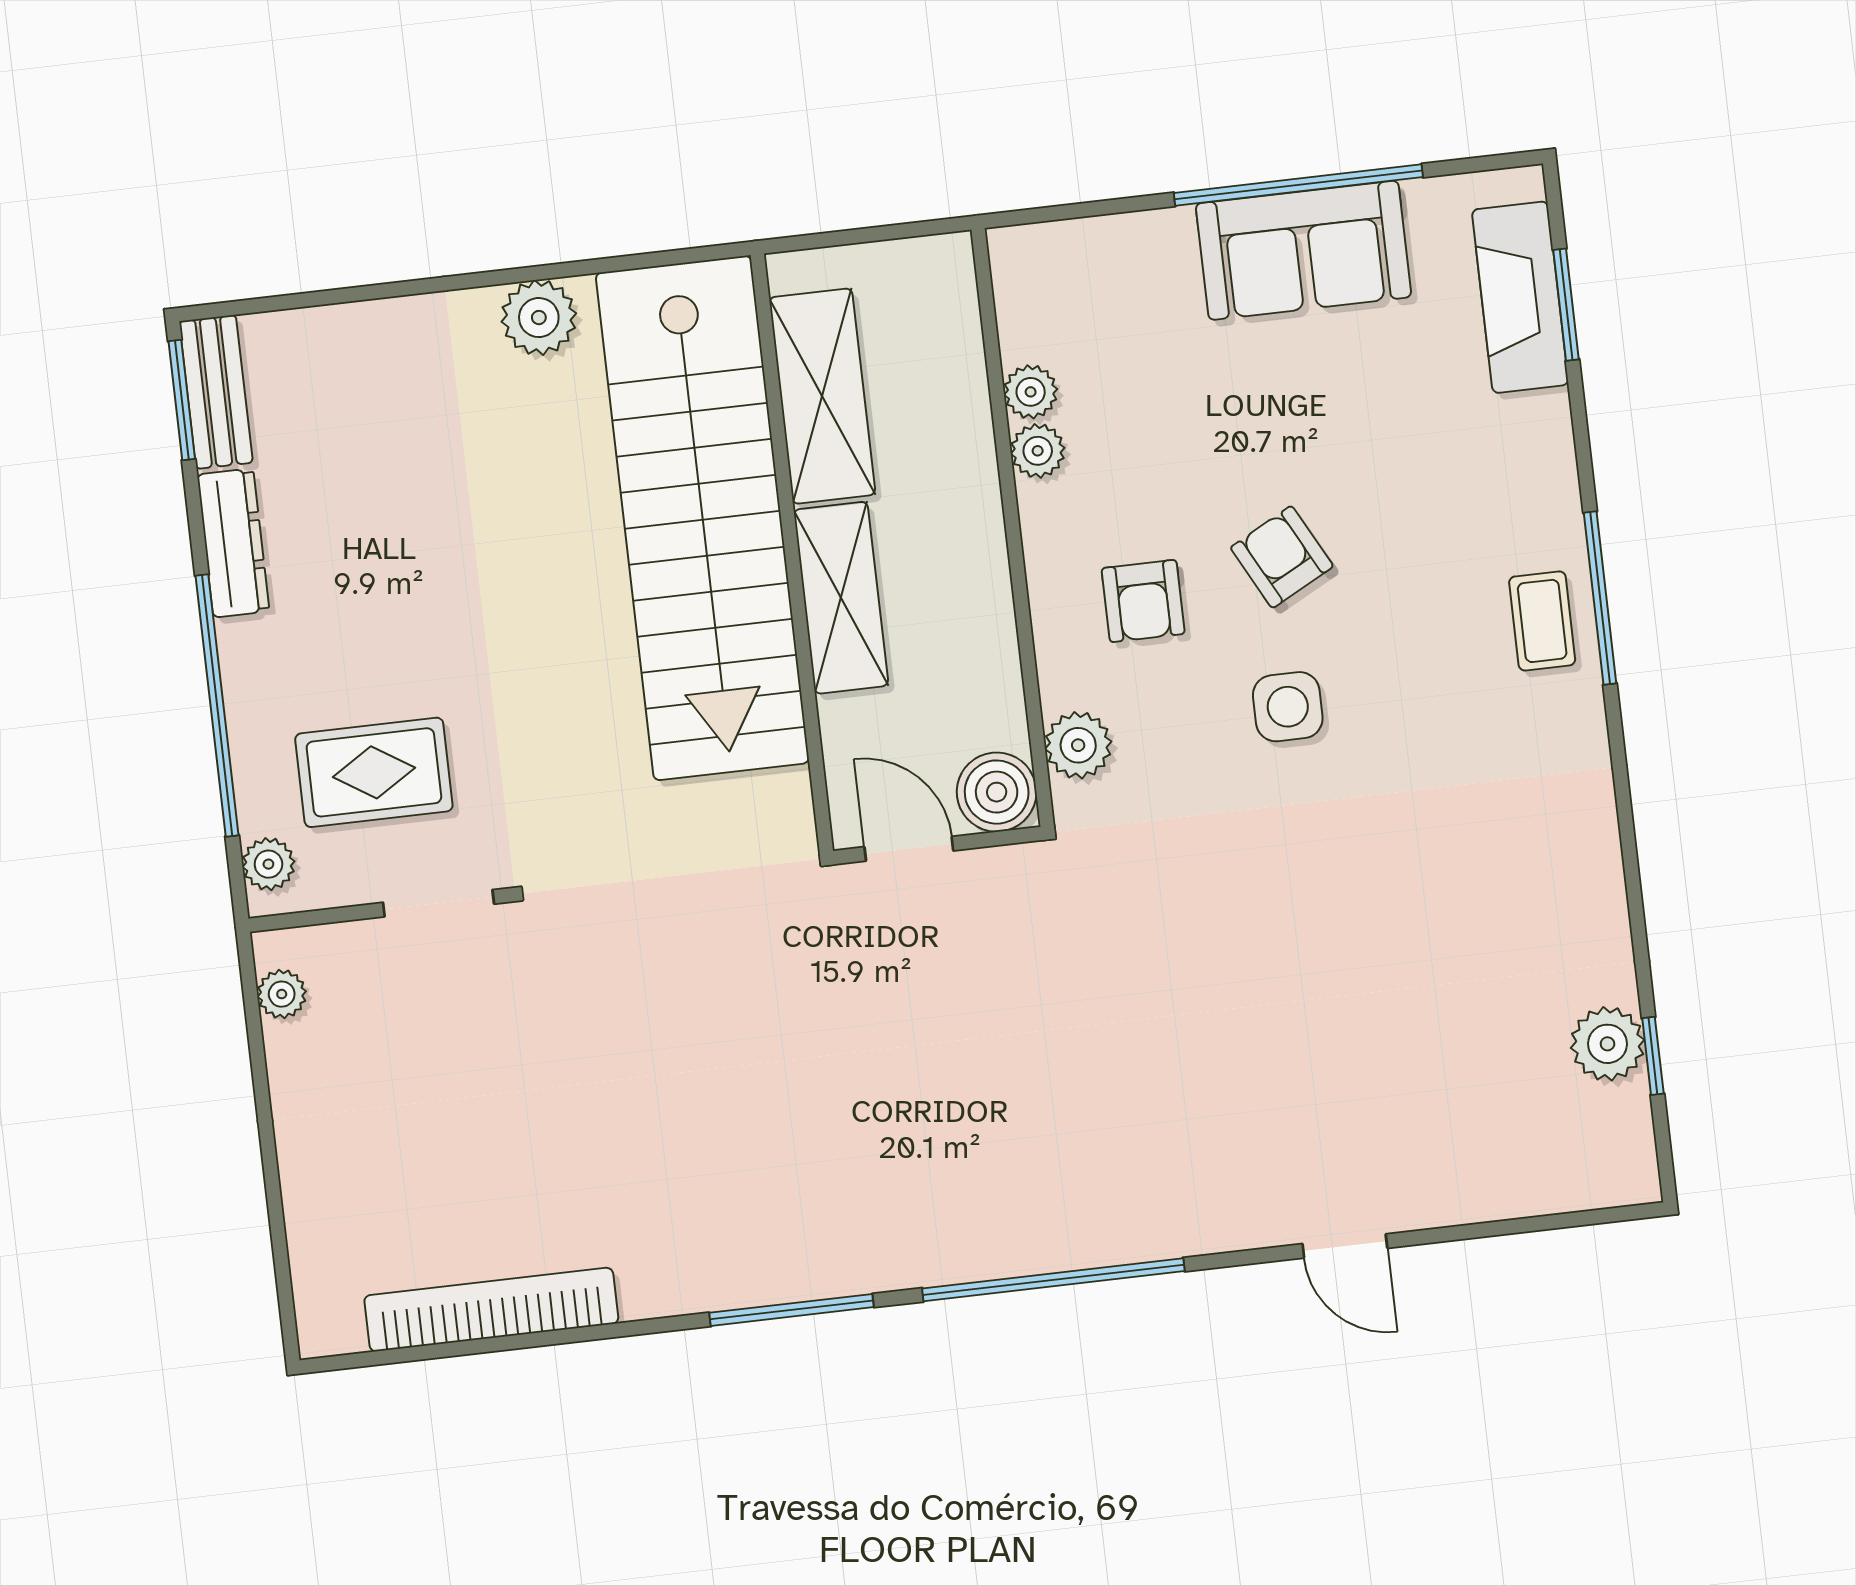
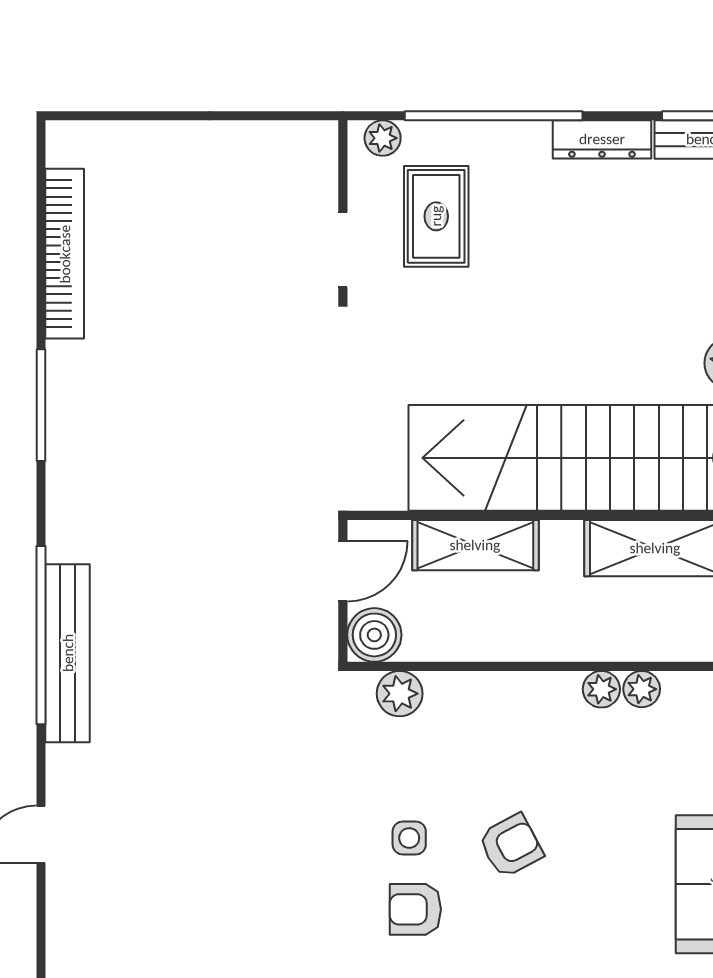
shelving: (841, 598) -> (475, 545), moved
armchair: (1143, 601) -> (415, 909), moved
side table: (1288, 707) -> (409, 838), width x0.73, depth x0.73
plant: (282, 994) -> (294, 137), removed
bench: (1075, 1238) -> (68, 653), added
window: (792, 1310) -> (41, 405), moved

